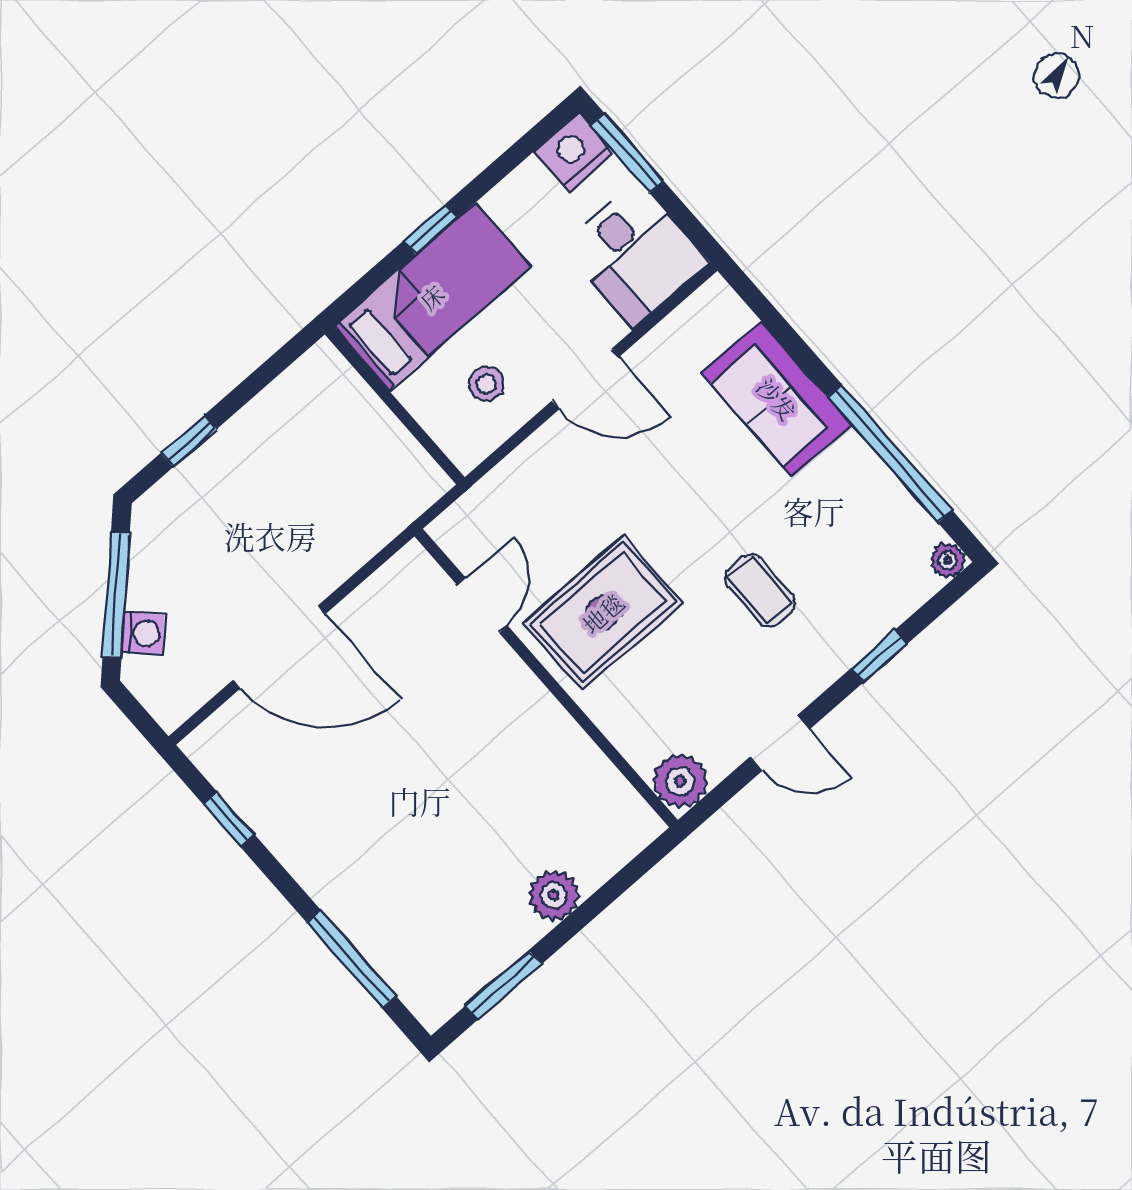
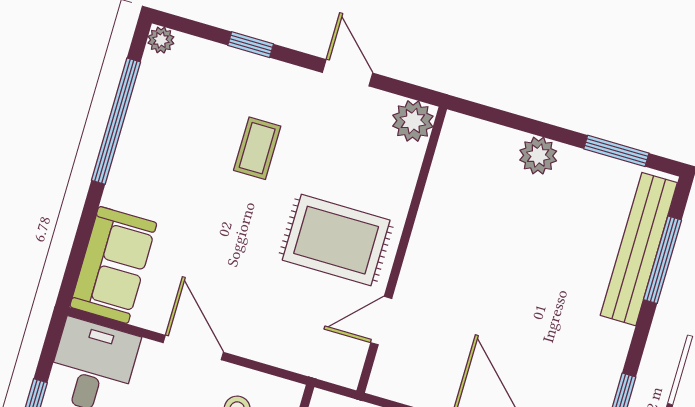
sofa: (777, 399) -> (113, 265), moved
bench: (379, 940) -> (639, 249), added

